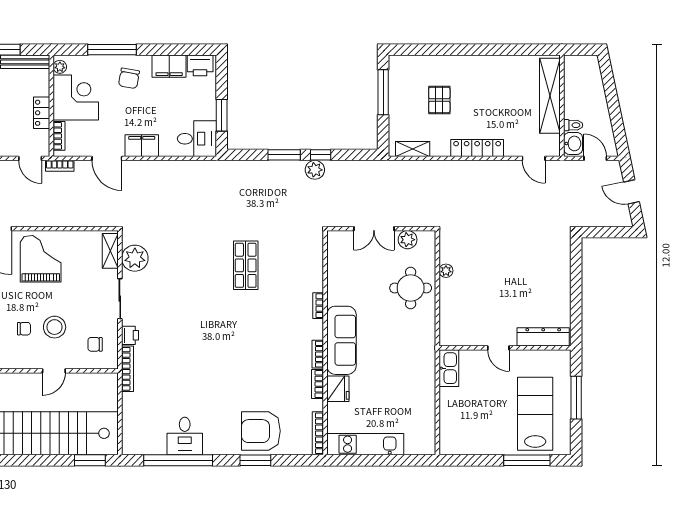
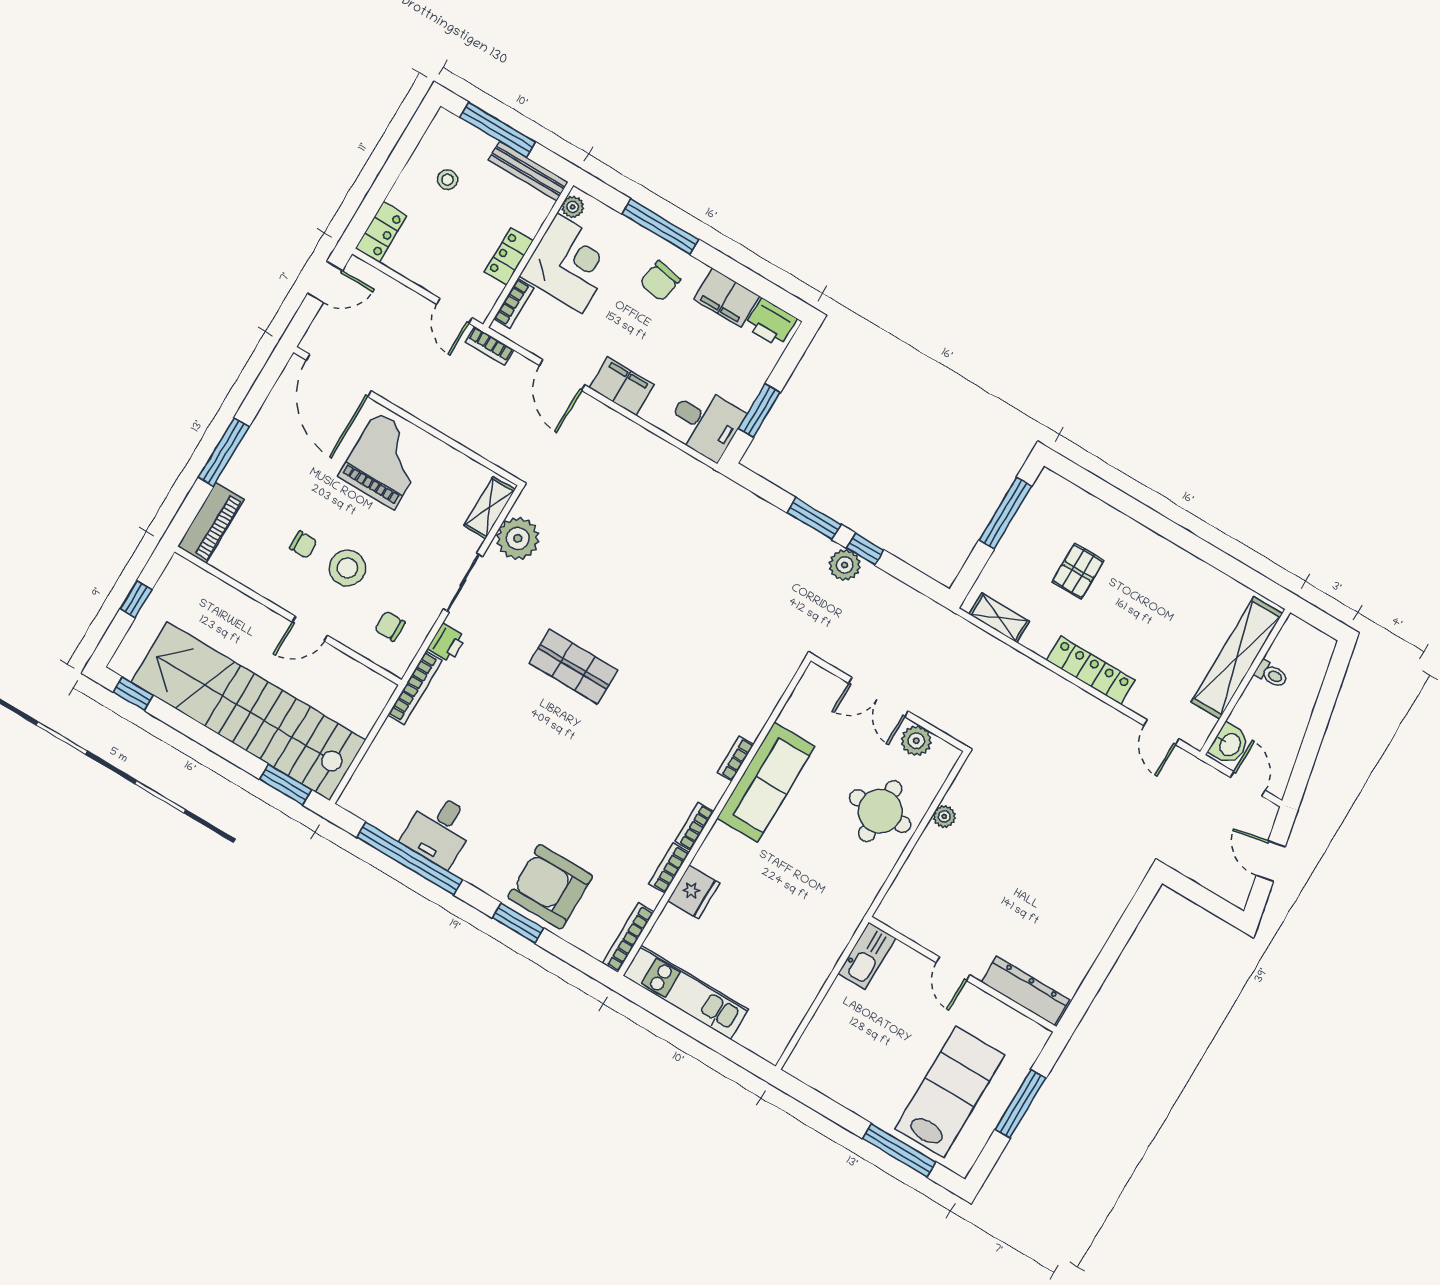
toilet: (573, 125) -> (1271, 674), moved
shop shelf: (246, 265) -> (573, 667), moved, turned 90
sofa: (341, 340) -> (766, 782), moved

